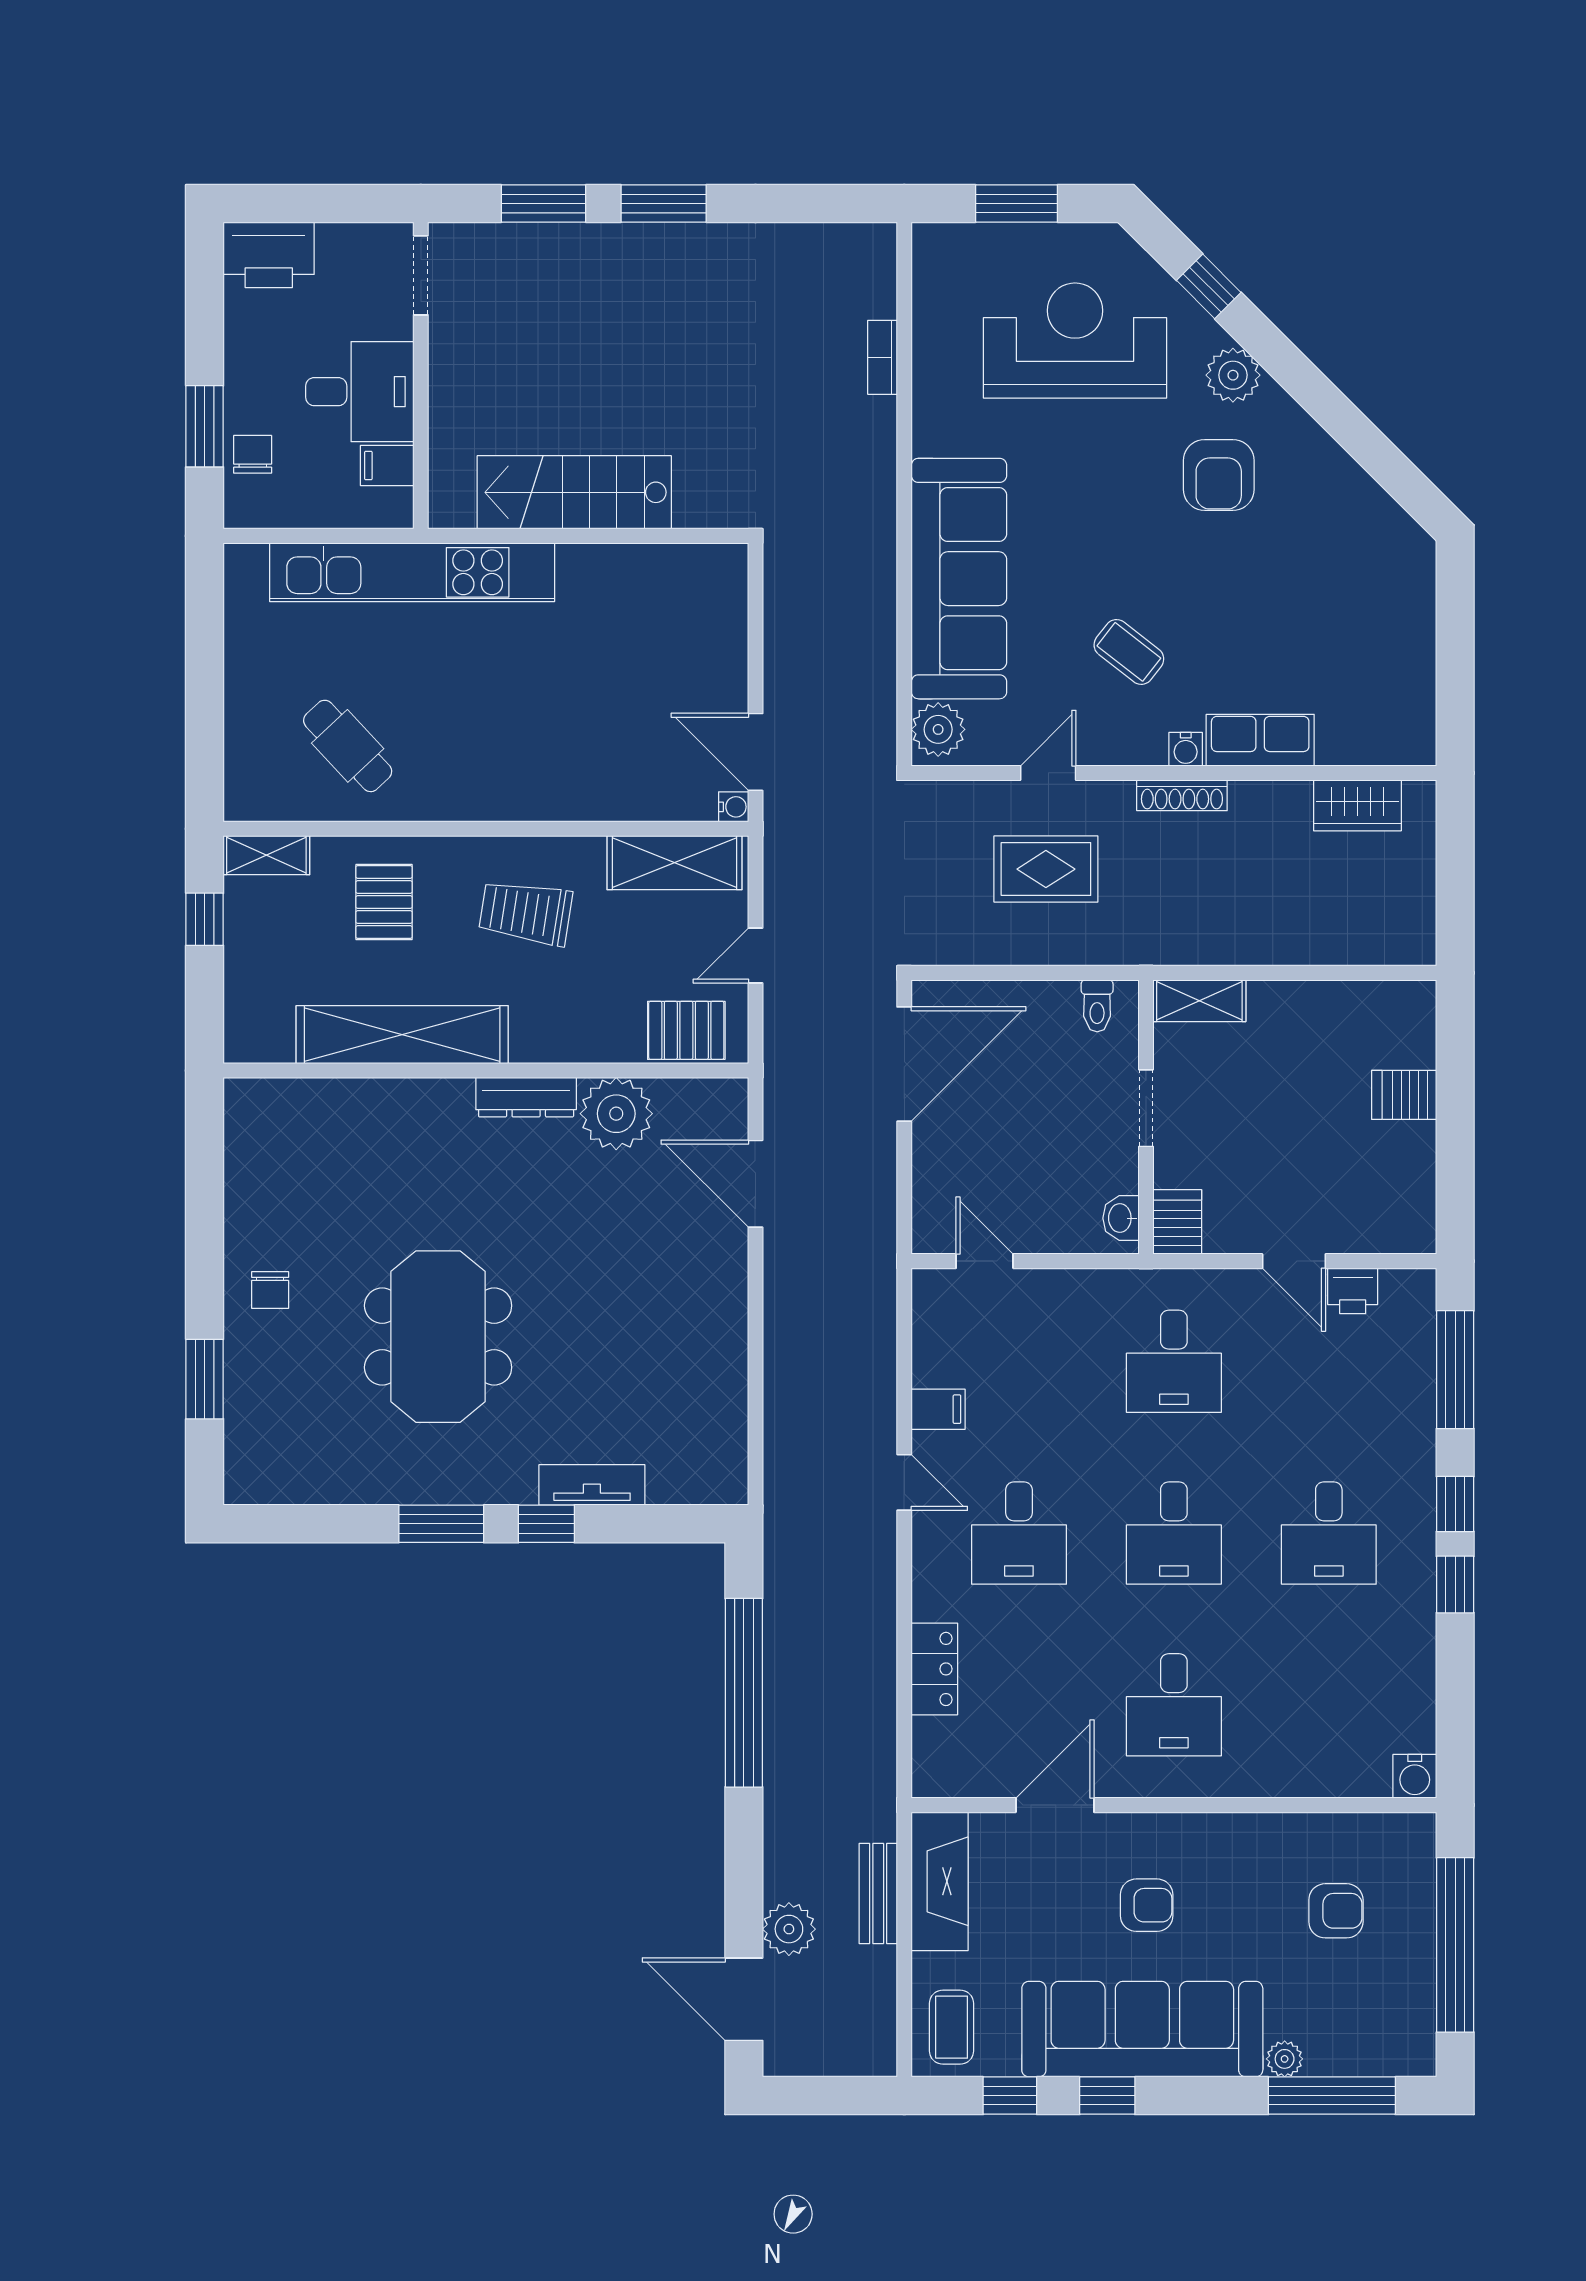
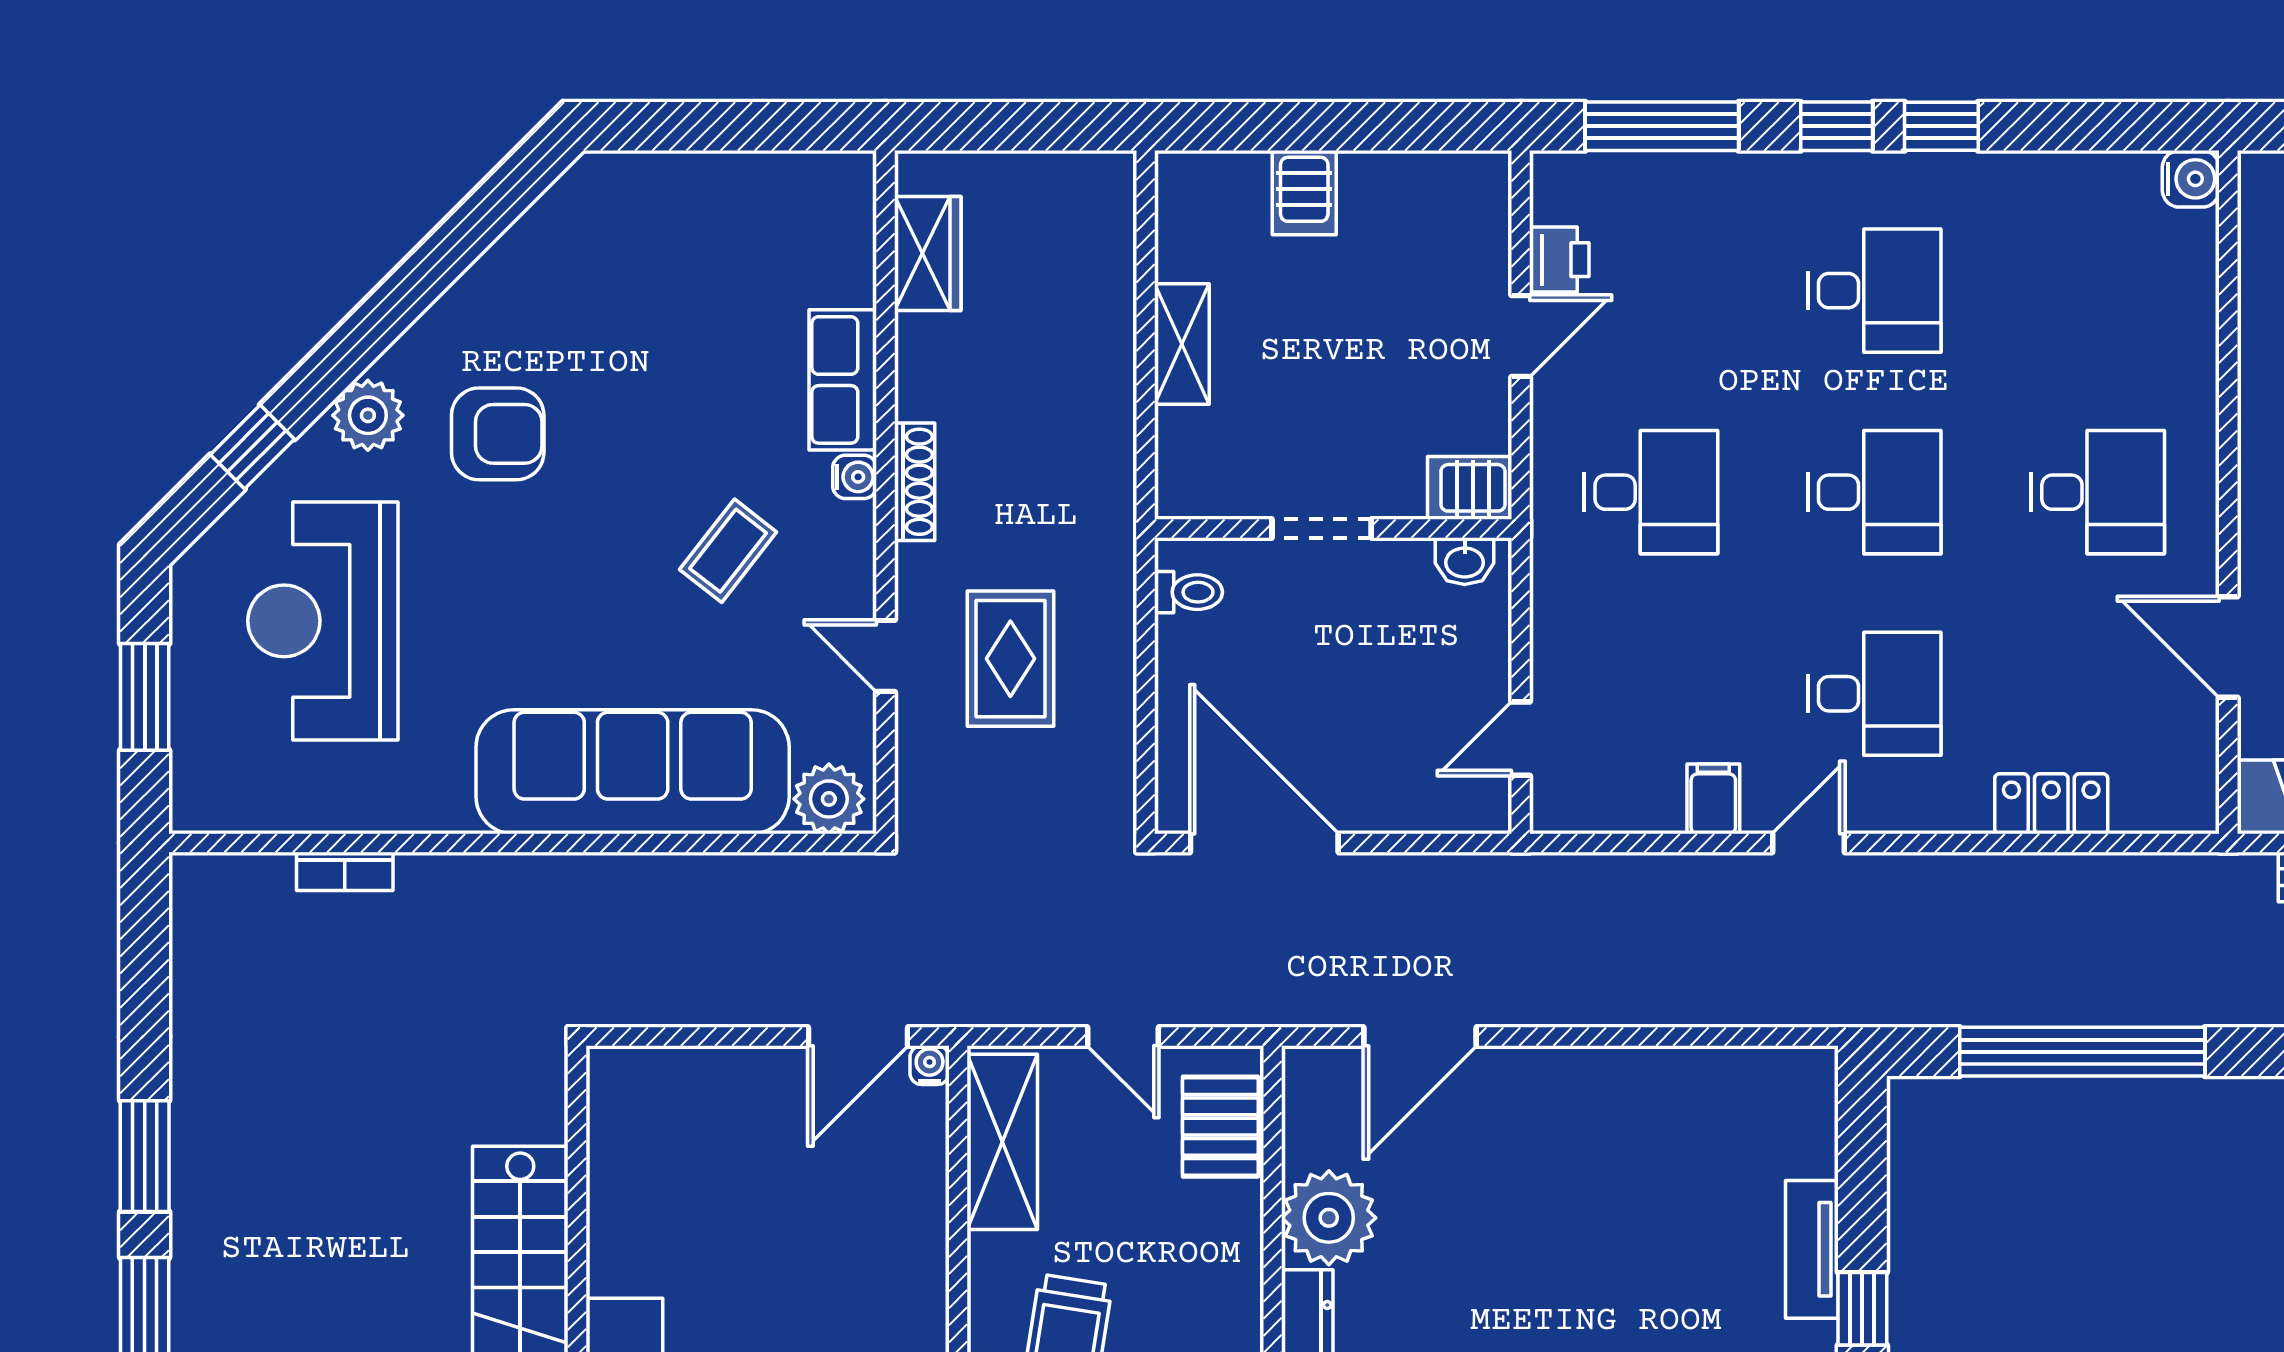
shelving: (1199, 1001) -> (1182, 344), moved

